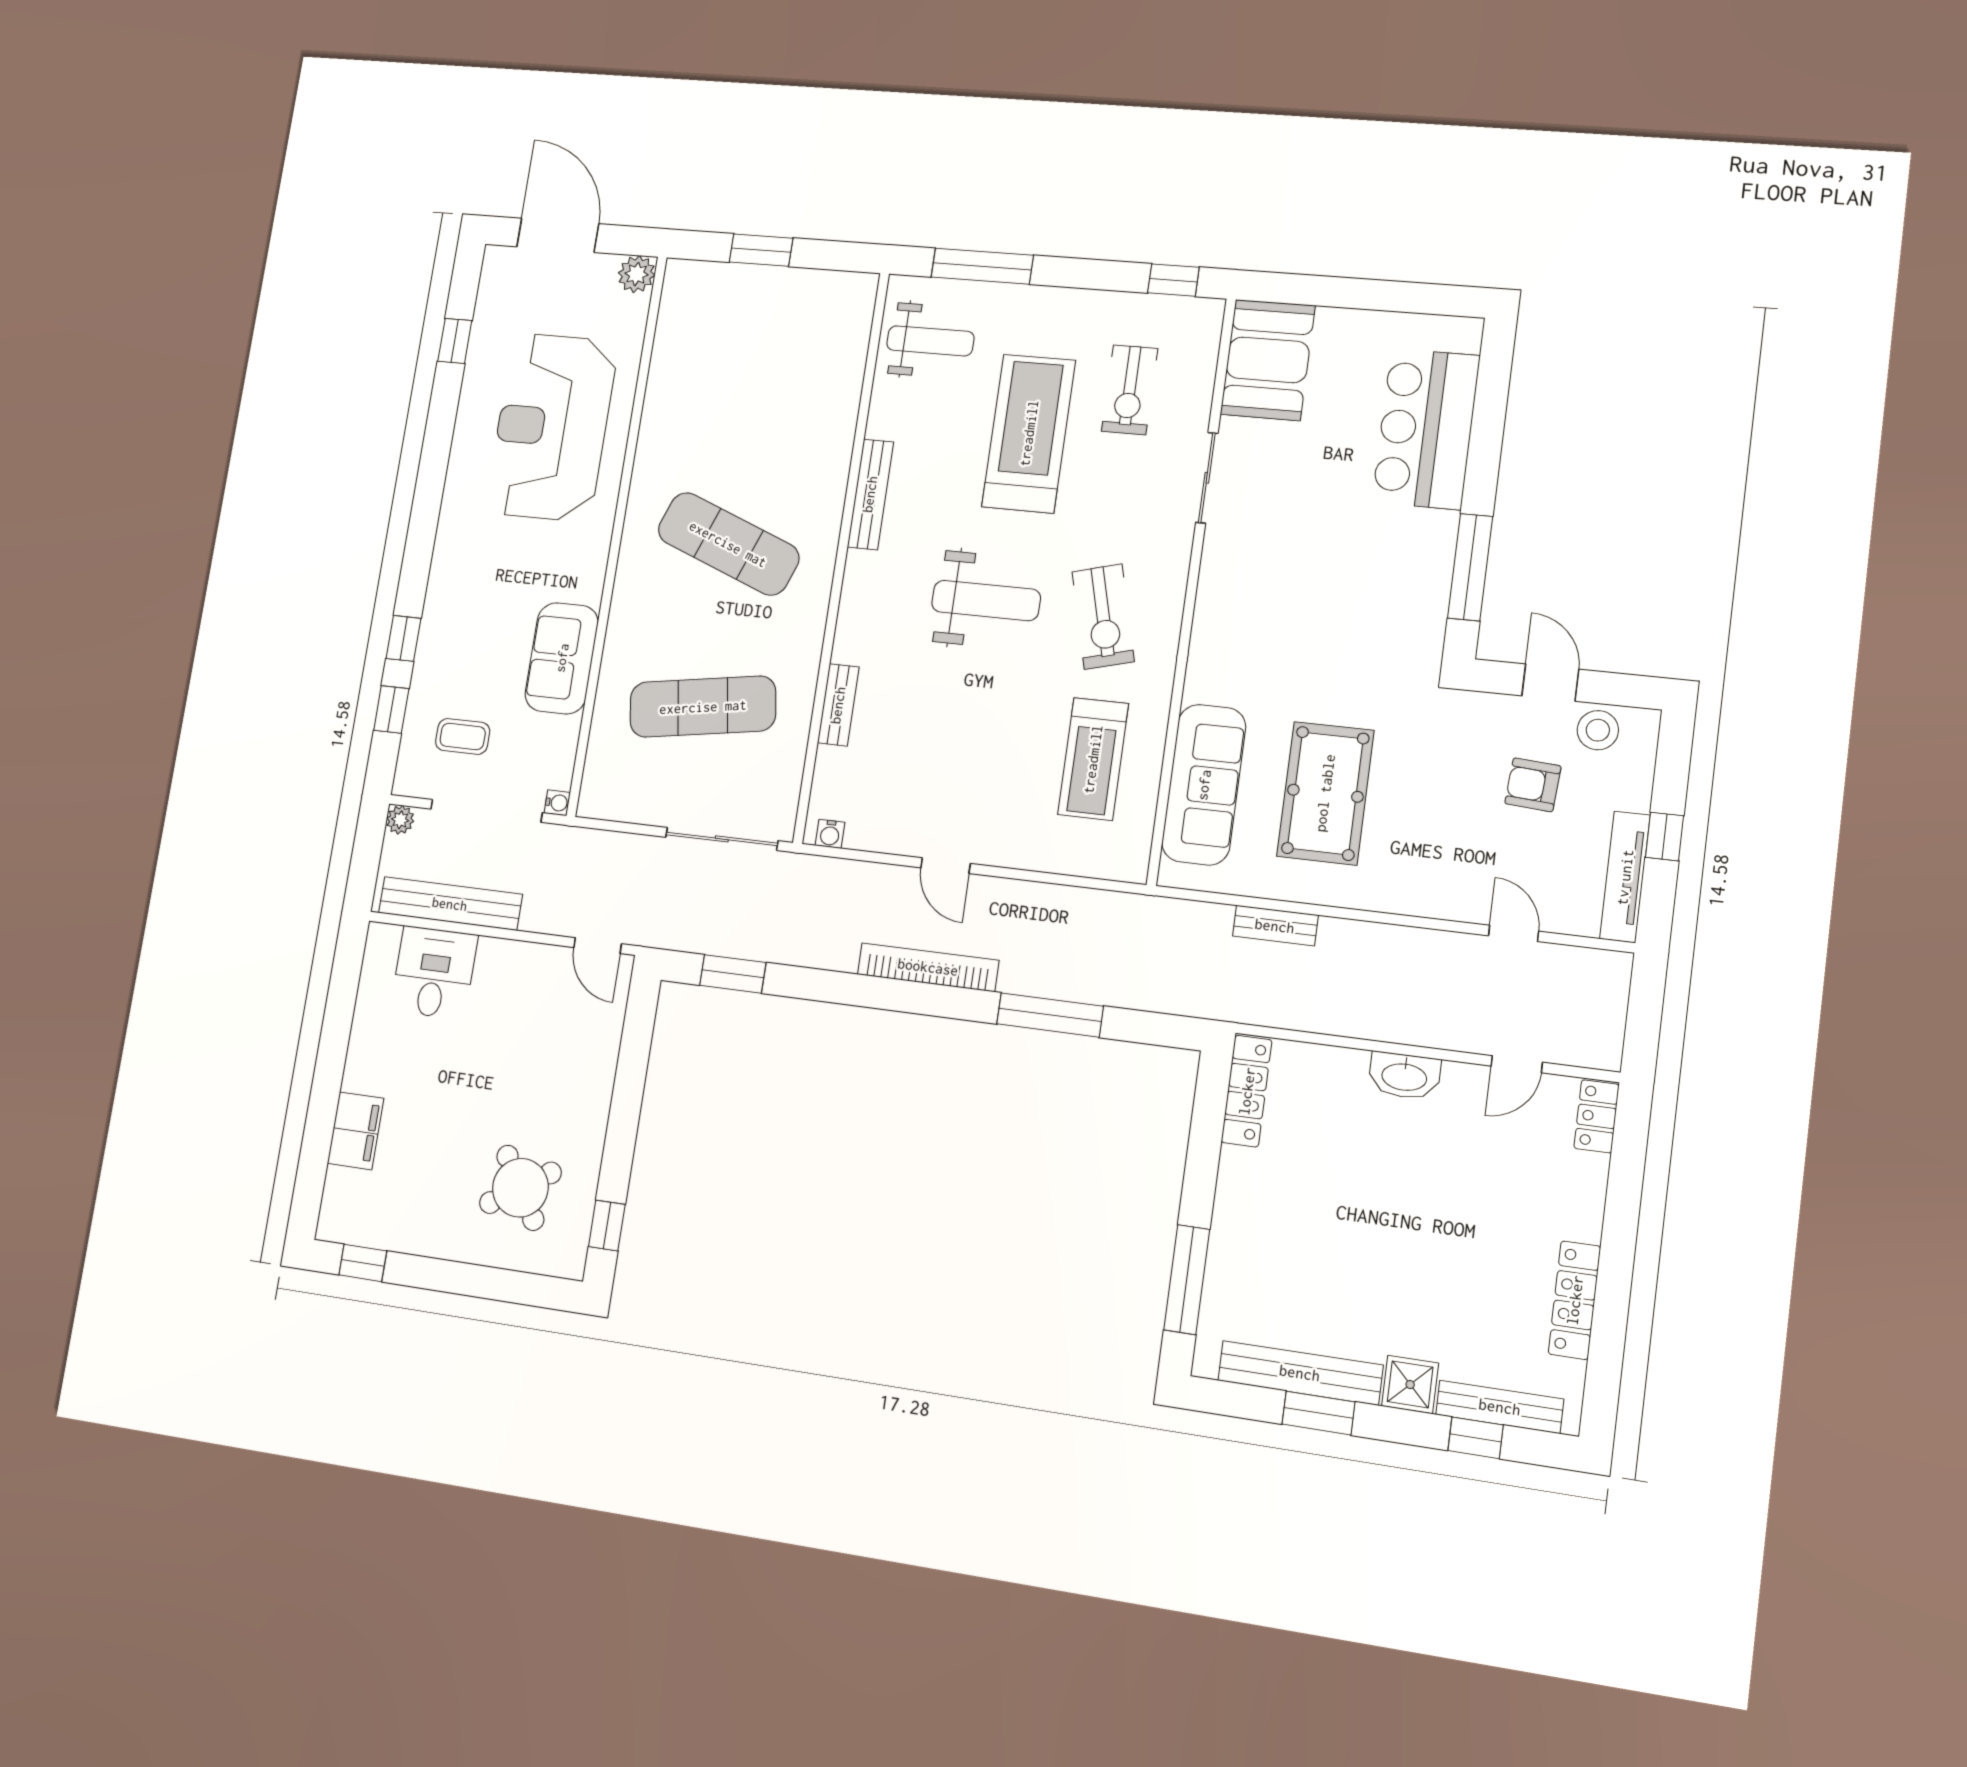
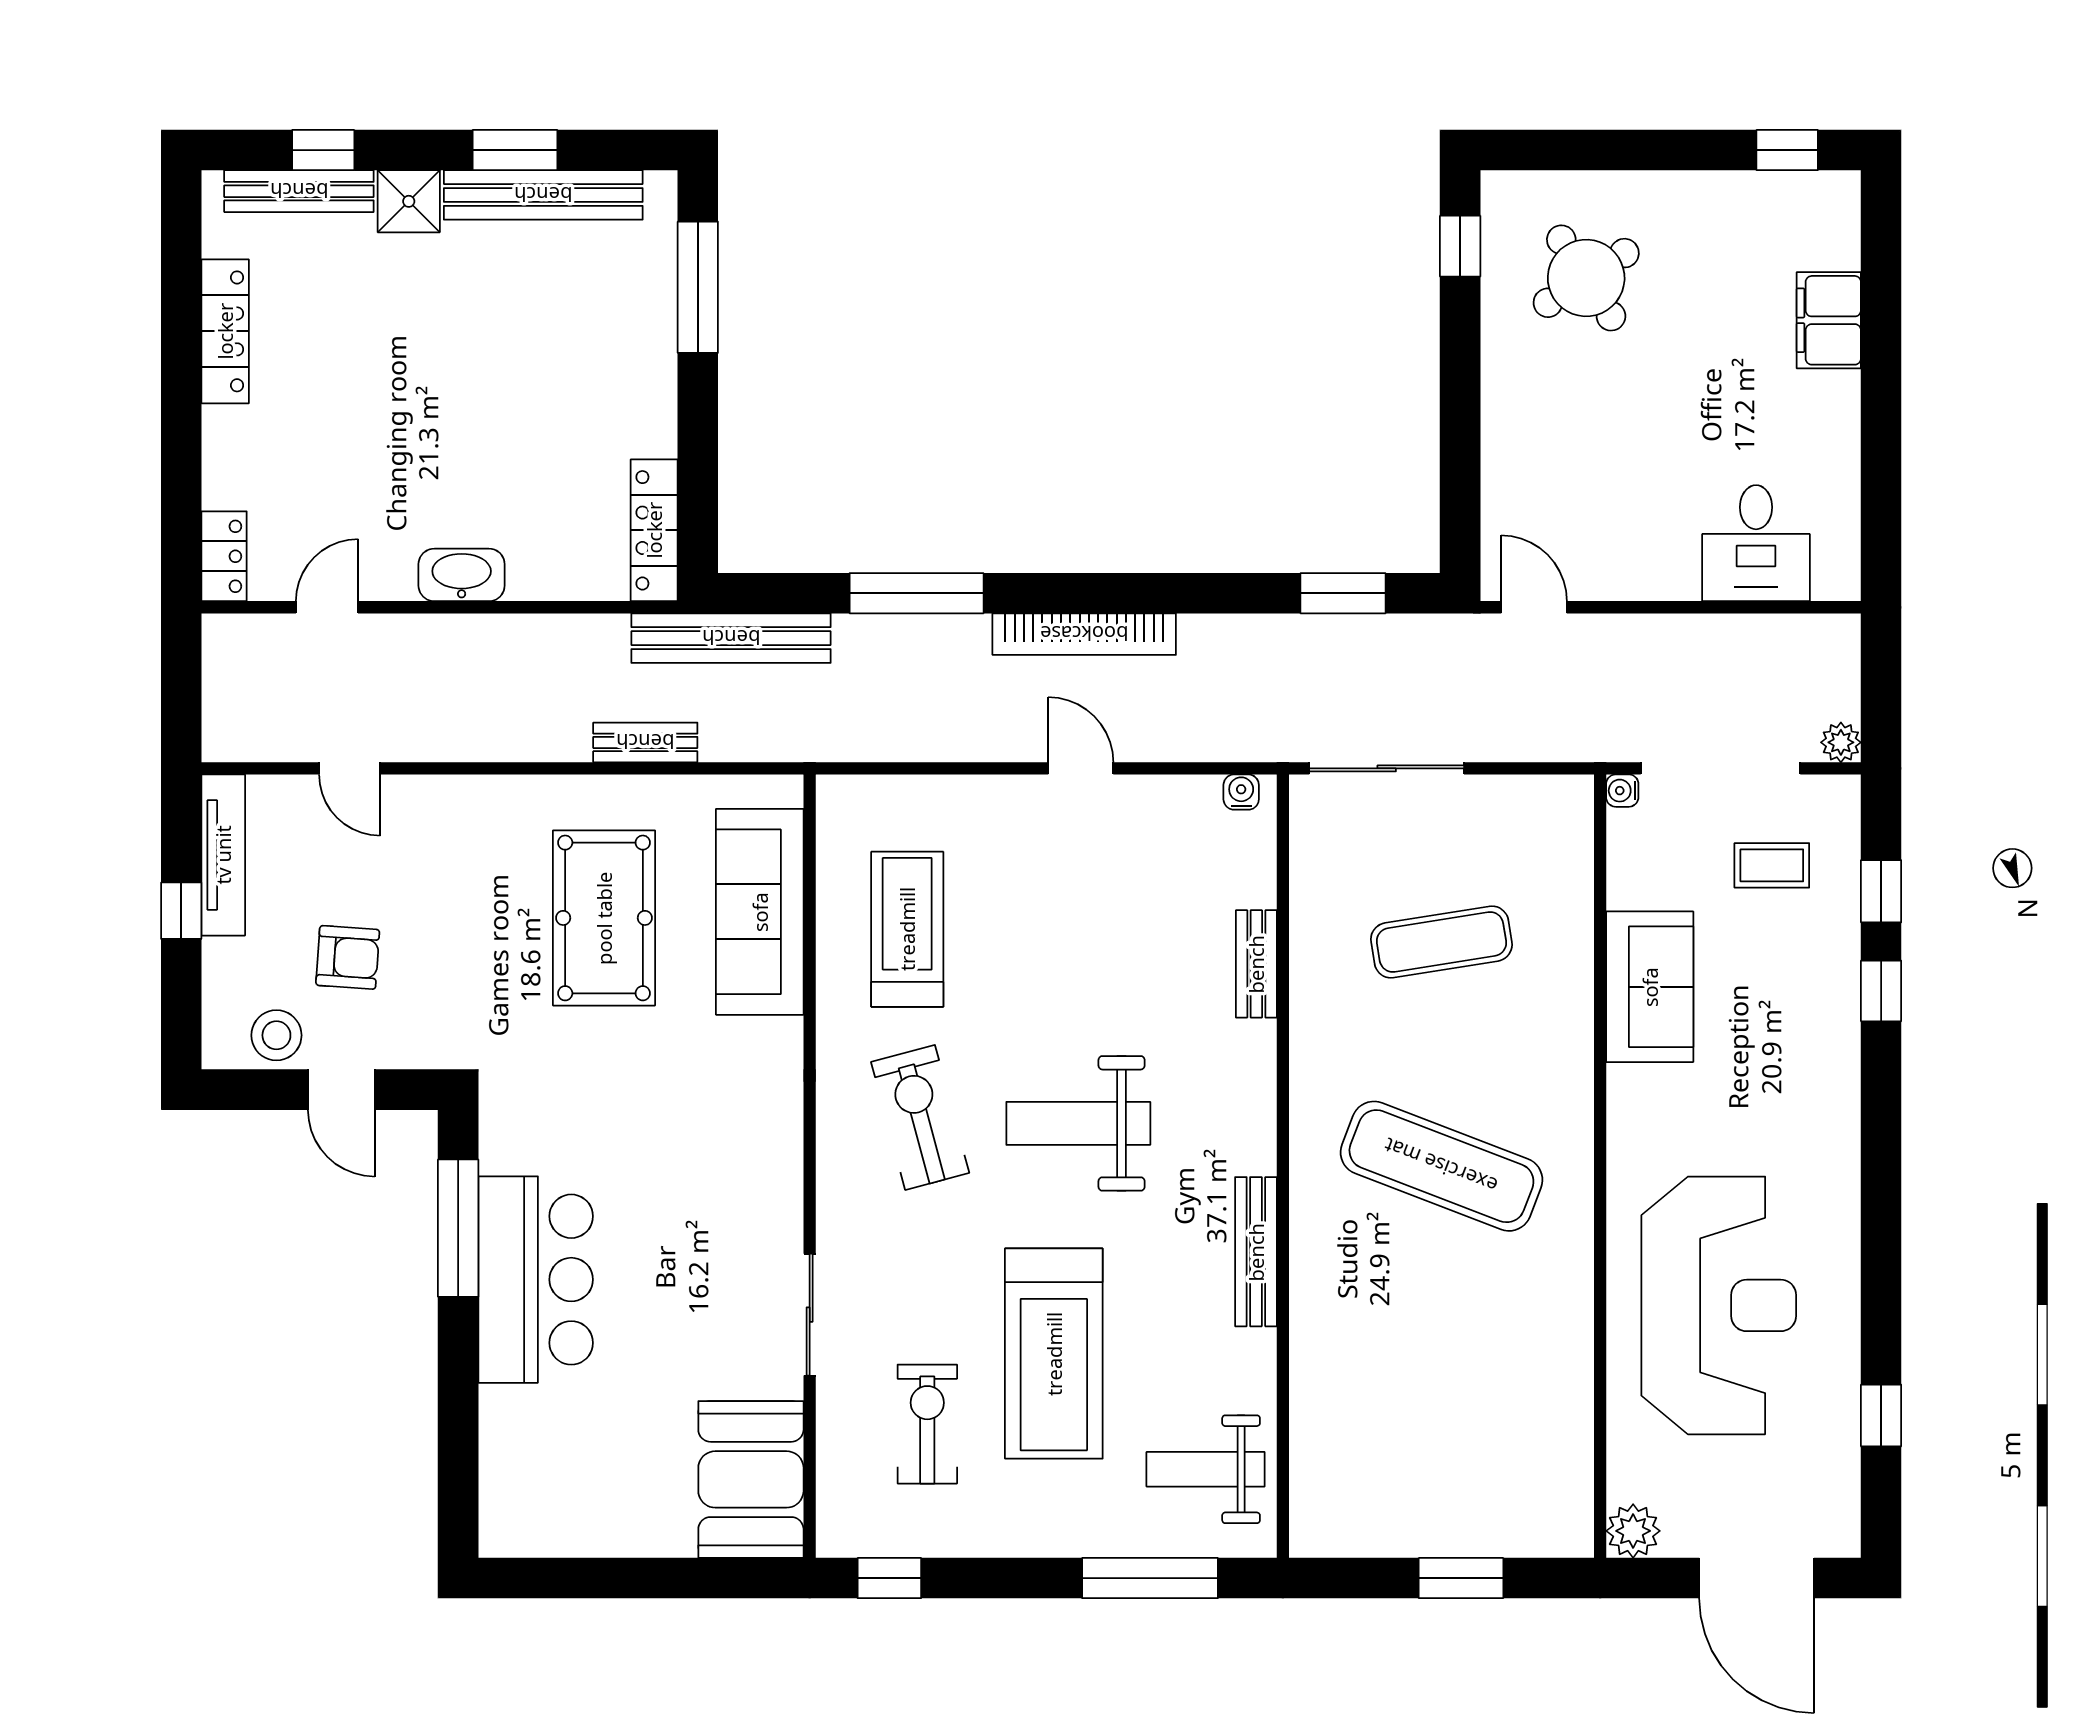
bar counter: (1426, 429) -> (536, 1280), moved
exercise mat: (703, 707) -> (1441, 942), width x0.73, depth x0.69
bench: (450, 904) -> (731, 638), moved

